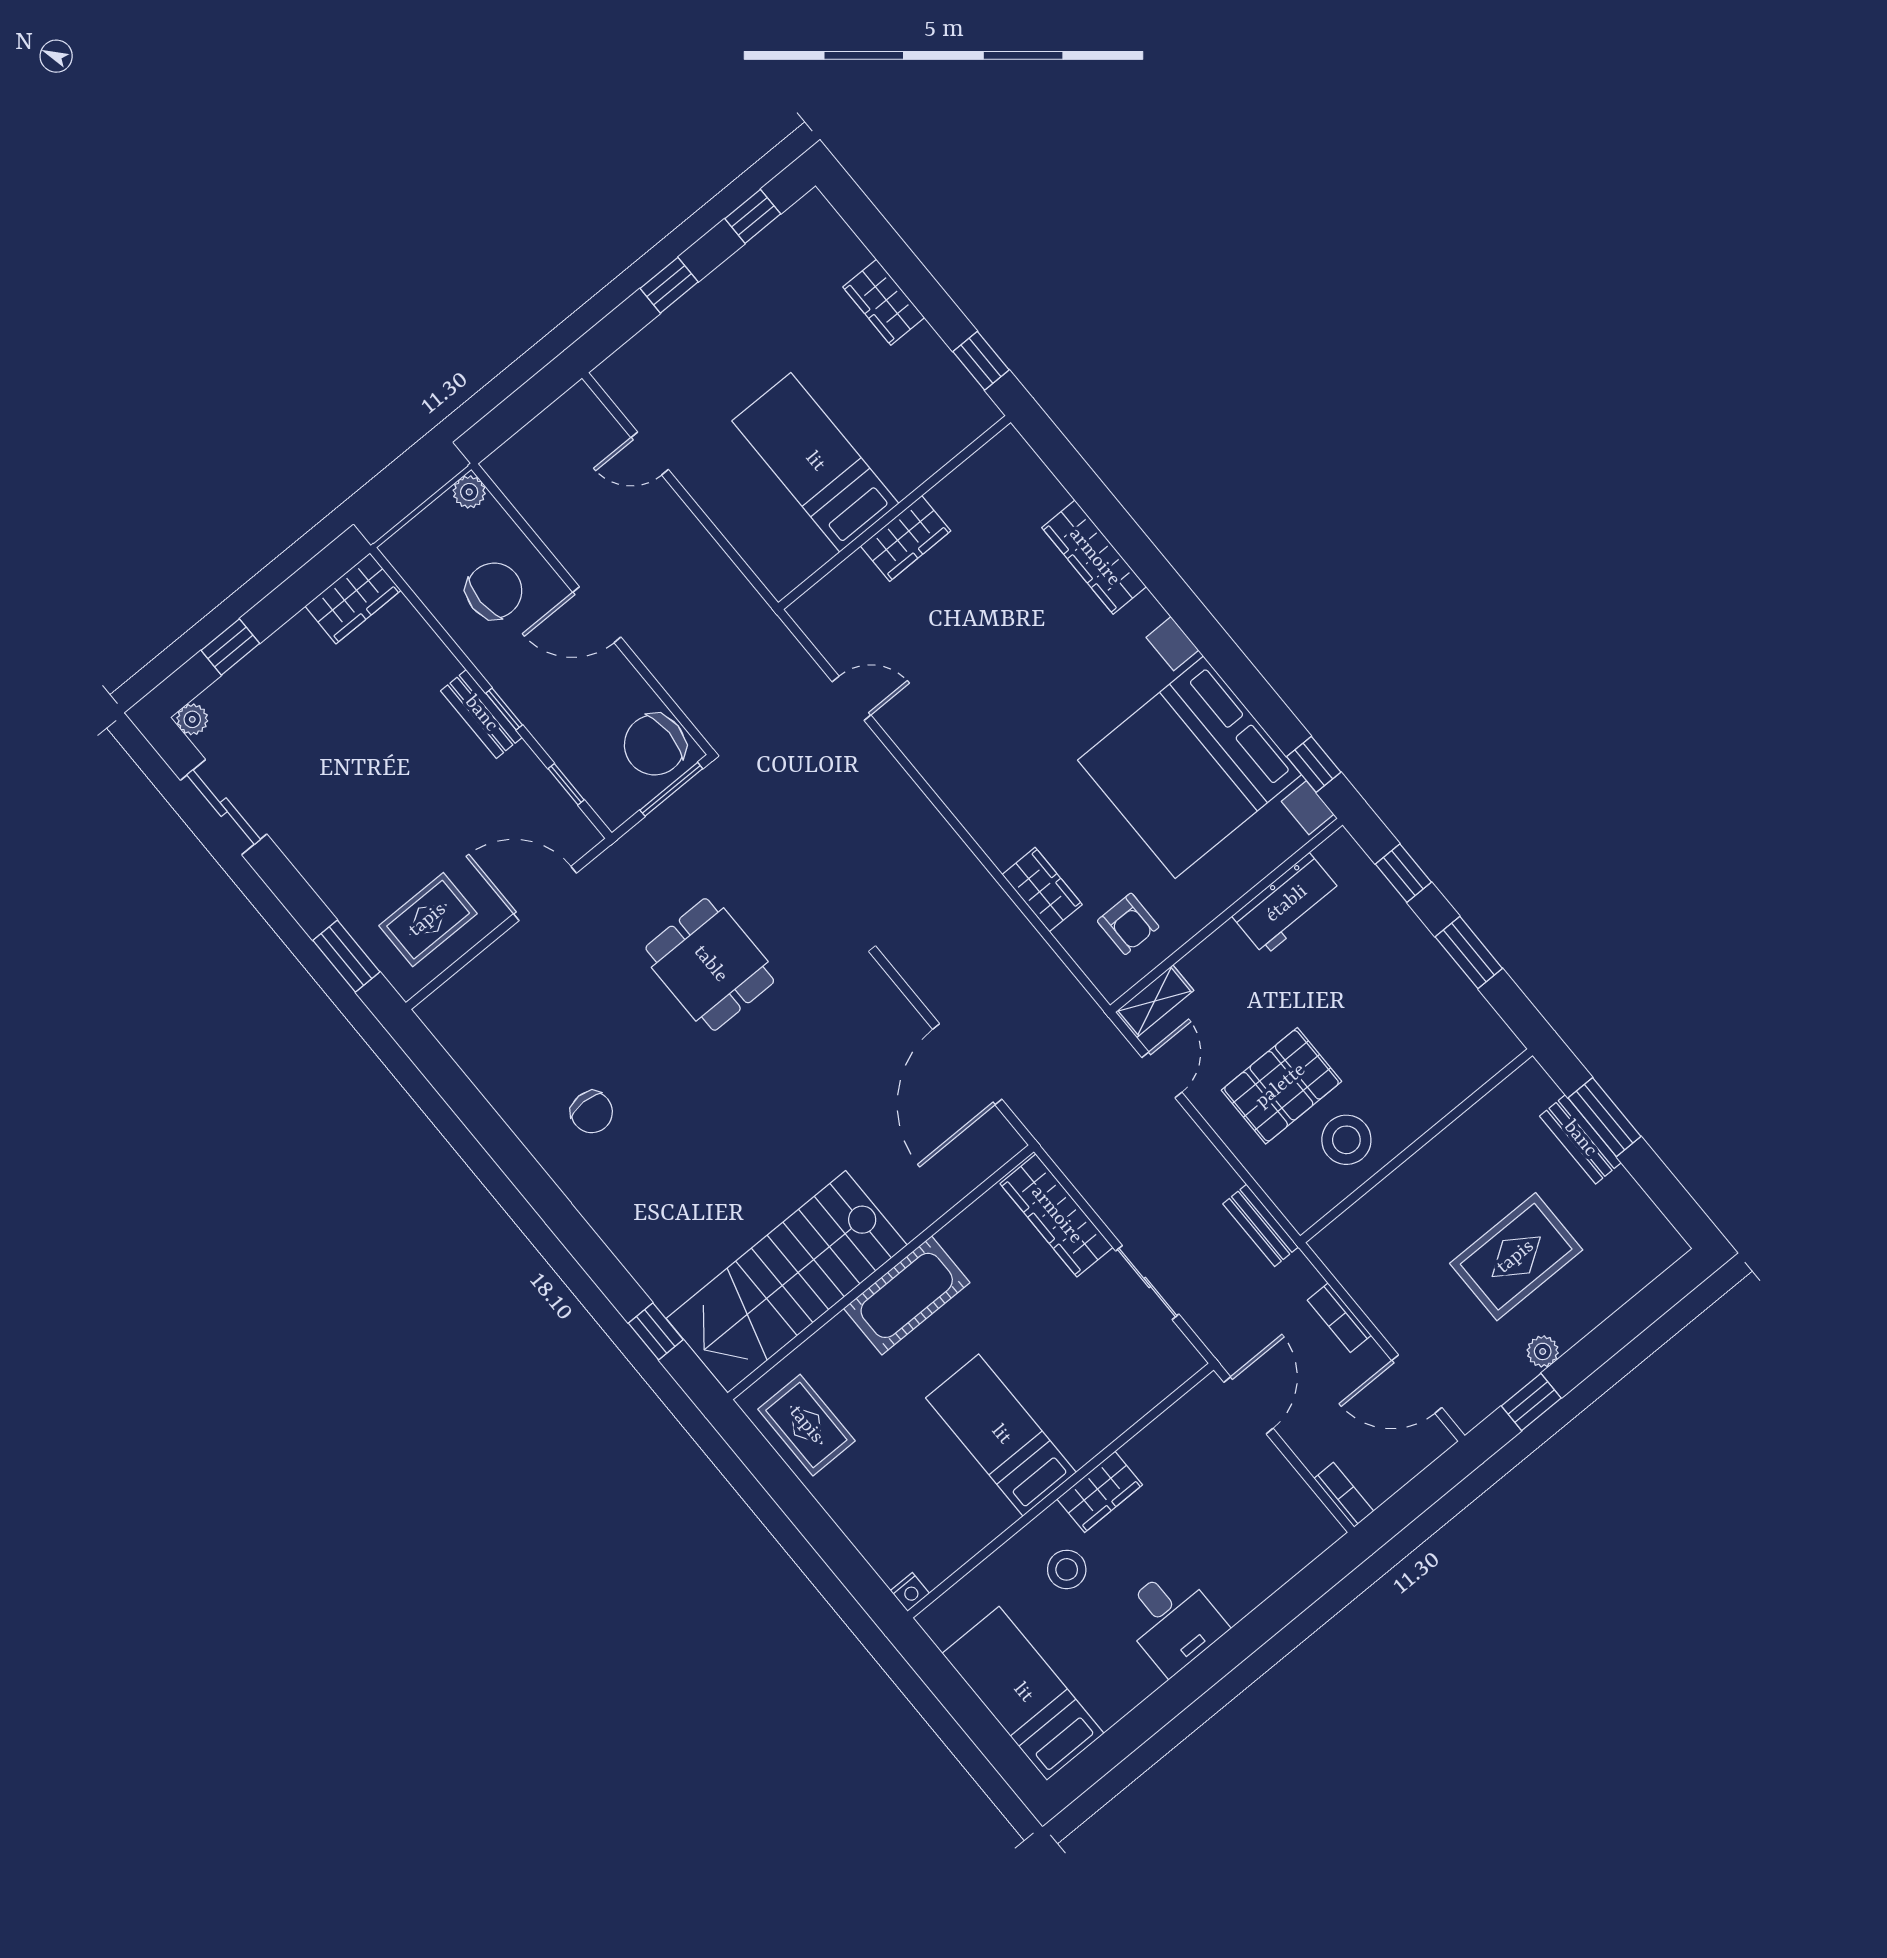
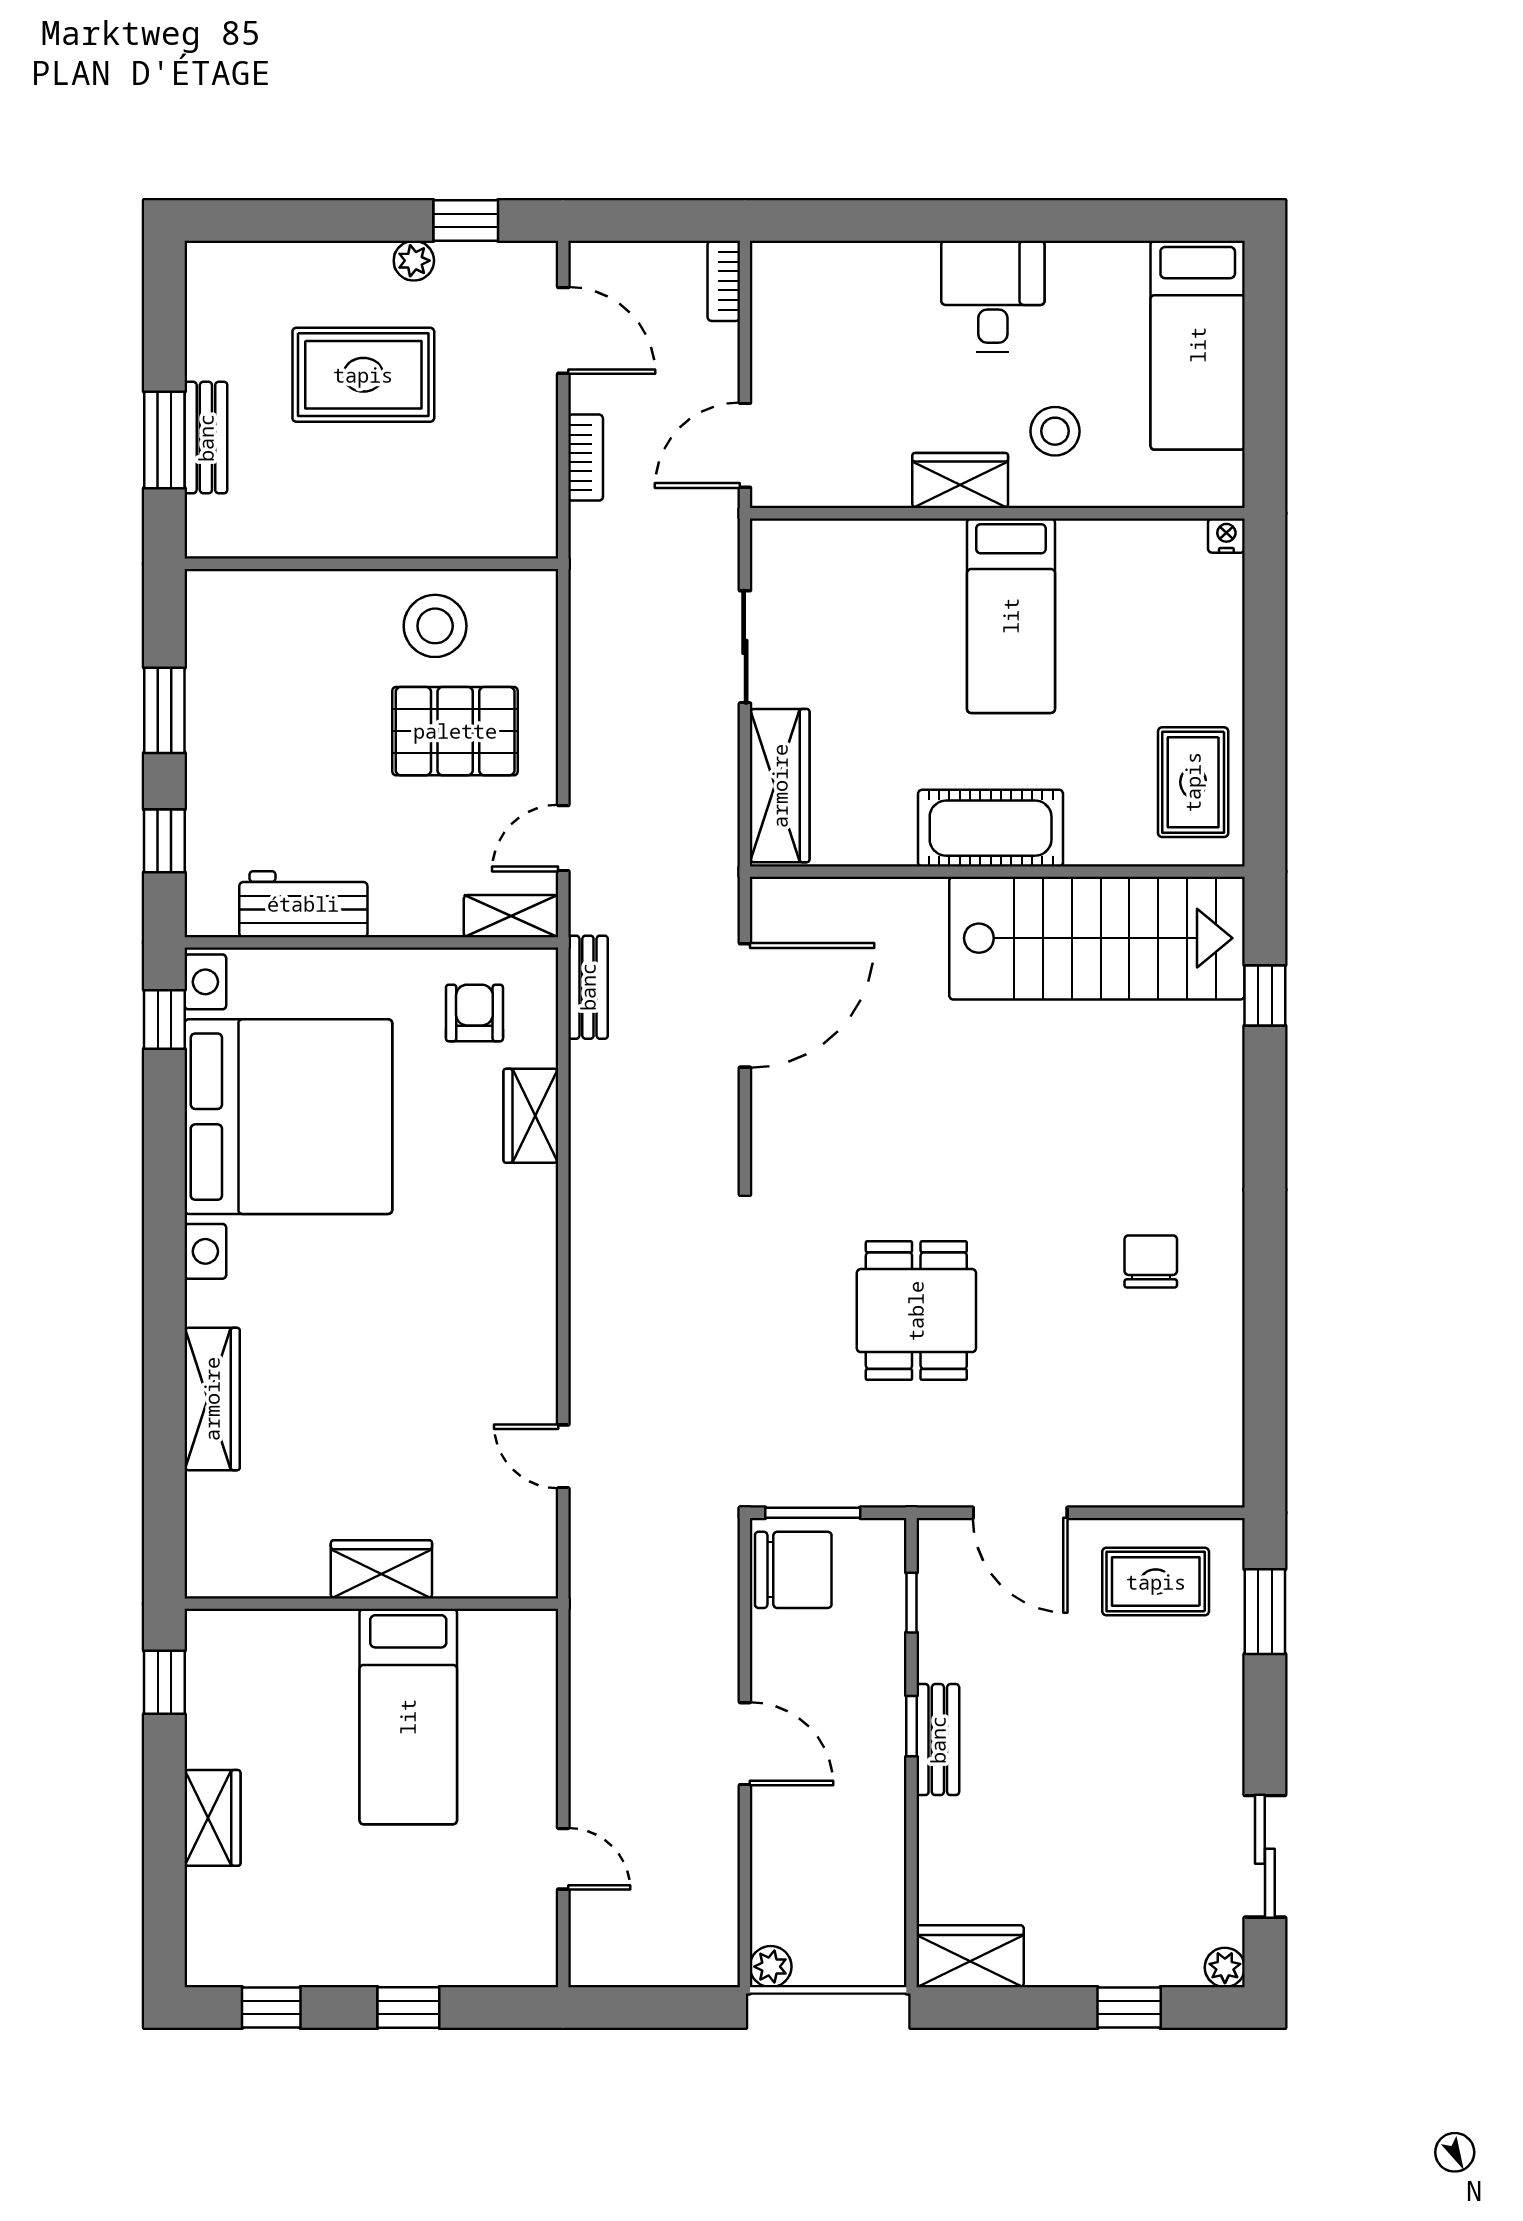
chair: (494, 591) -> (826, 1850), removed
bench: (1261, 1225) -> (588, 987), moved

